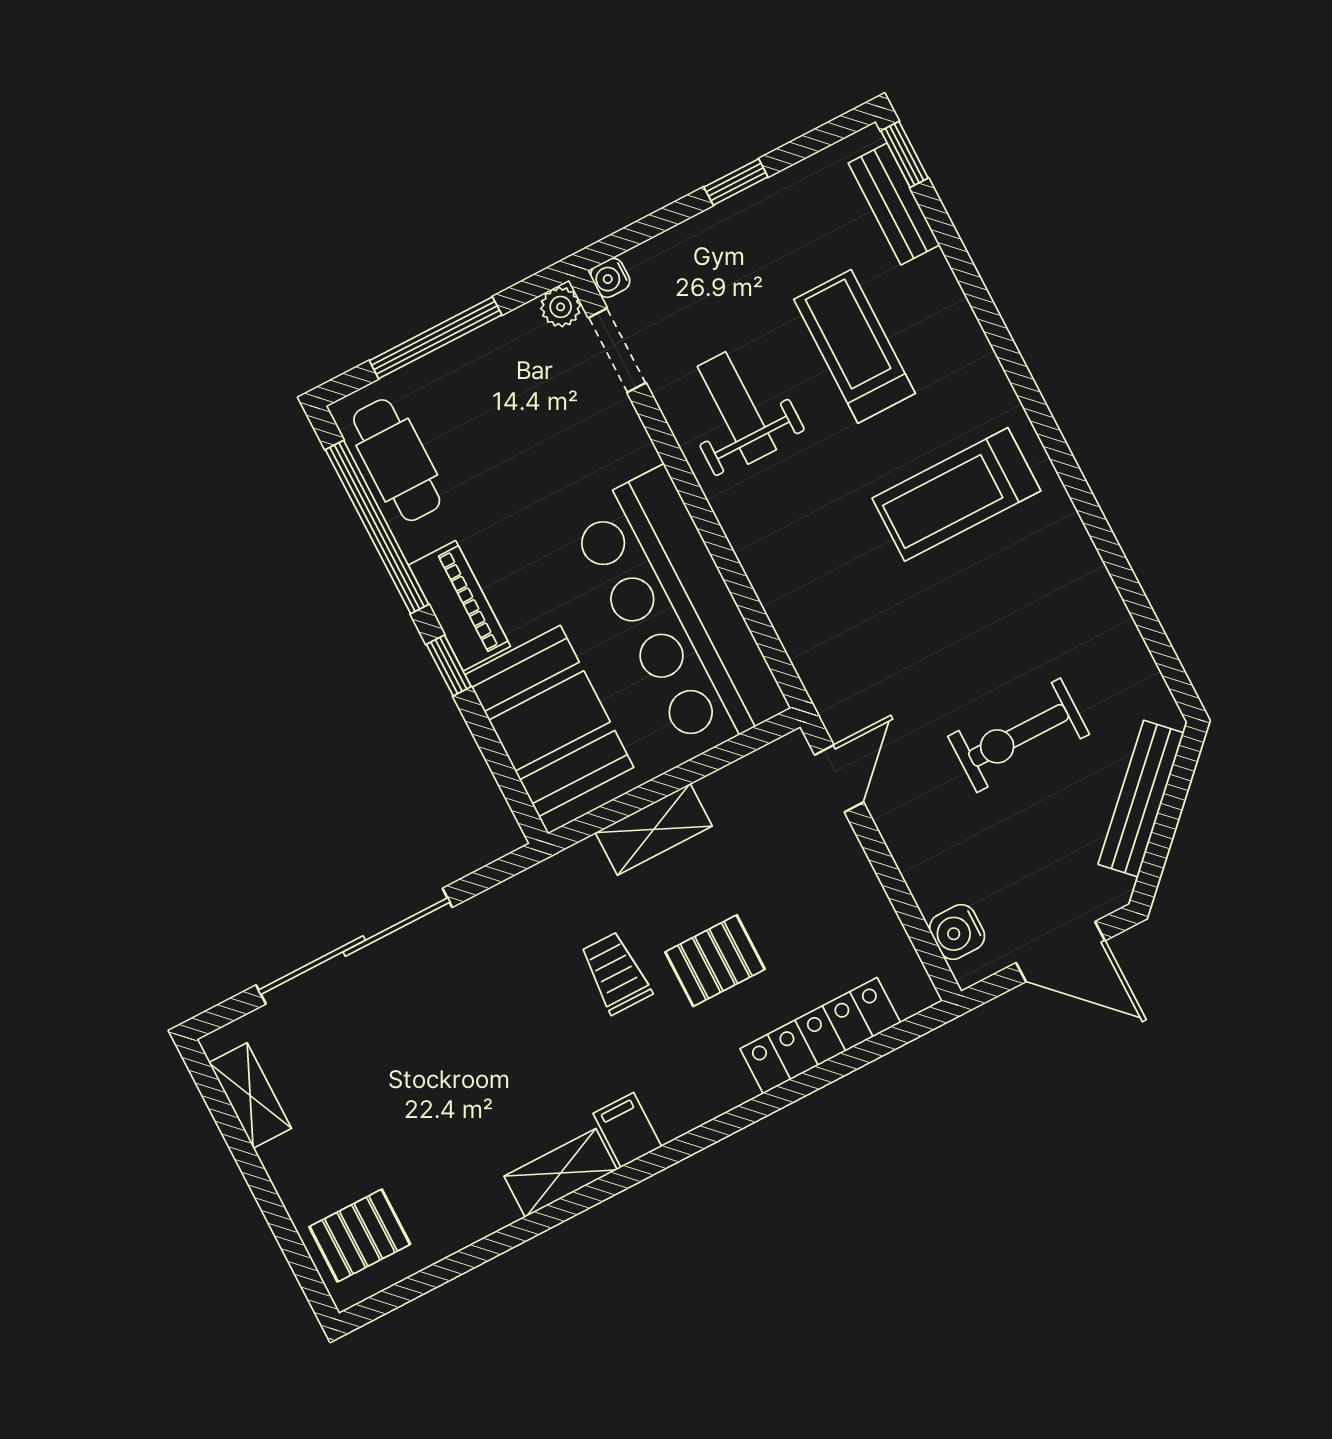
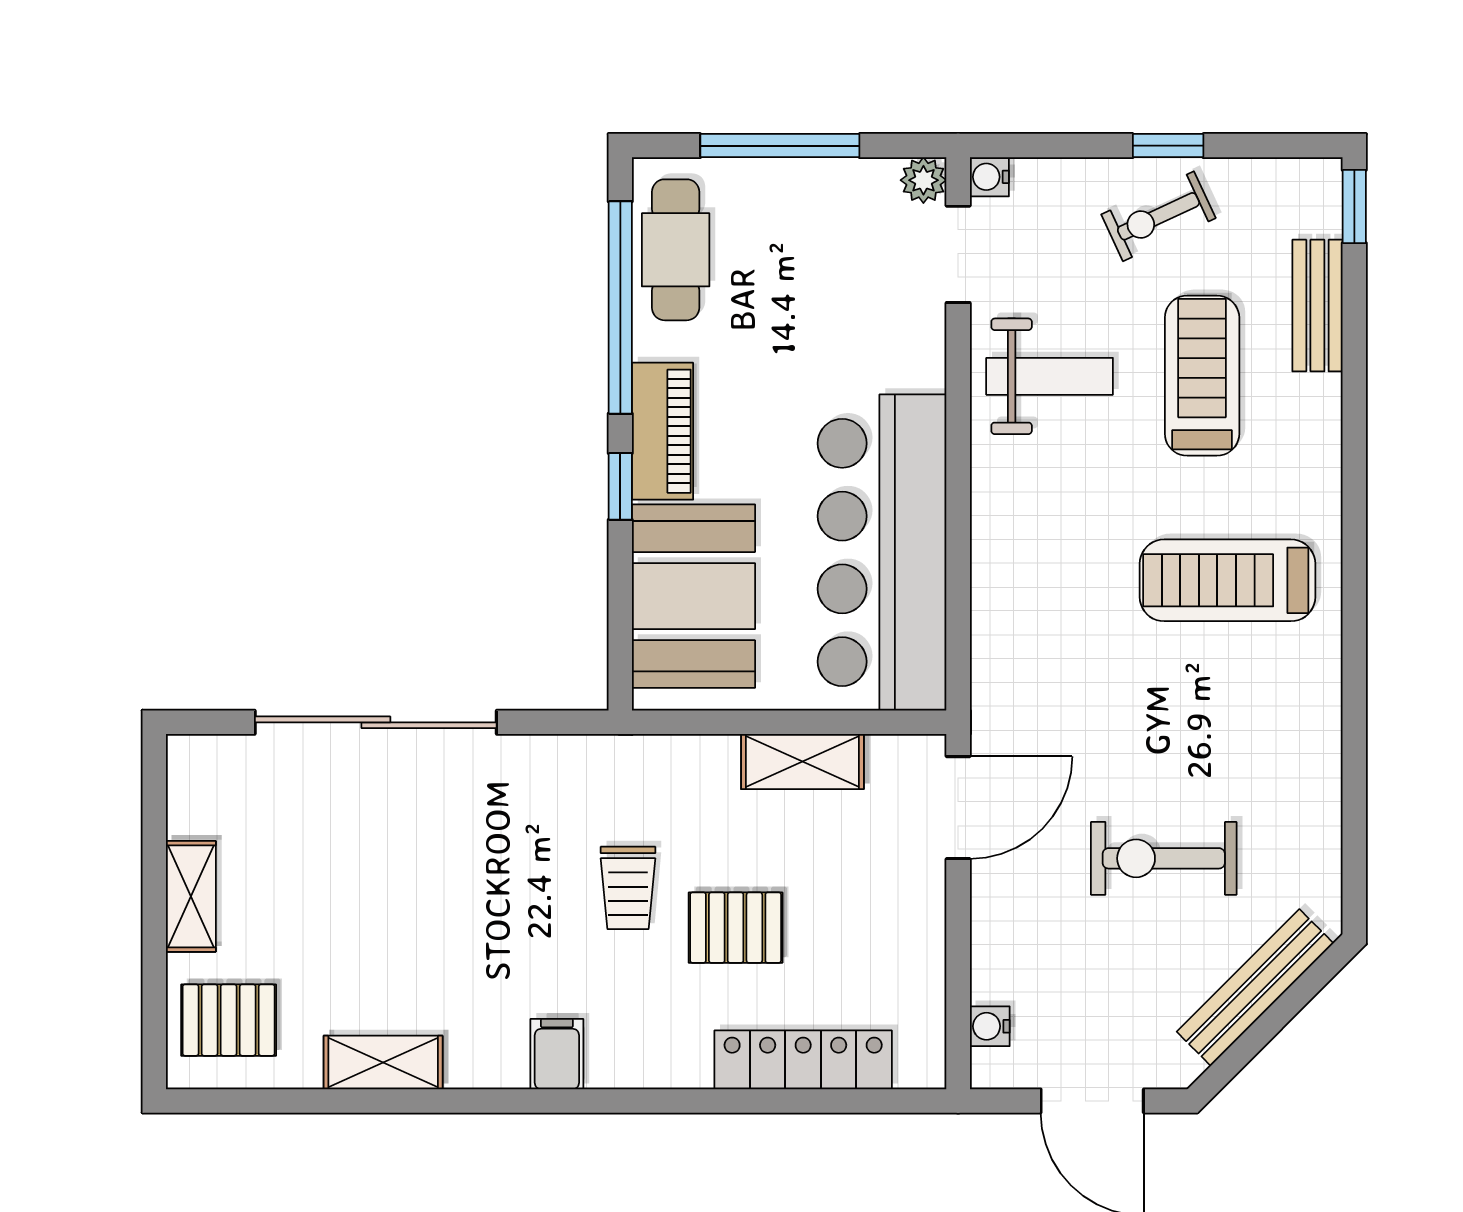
bench: (894, 204) -> (1317, 306), moved
exercise bike: (757, 241) -> (1158, 216), added
weight bench: (737, 408) -> (1050, 376), turned 90
door: (839, 778) -> (958, 808), width x1.38
shelving: (654, 829) -> (802, 762), moved
water cooler: (957, 932) -> (990, 1026), width x0.72, depth x0.72
trolley: (616, 973) -> (628, 888), turned 180
shelving: (250, 1096) -> (191, 896), moved
shelving: (561, 1173) -> (383, 1062), moved

